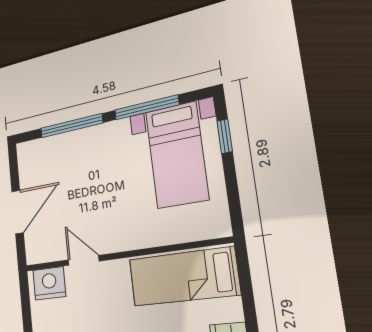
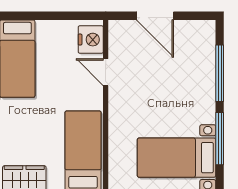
door: (84, 260) -> (106, 72), swing flipped

